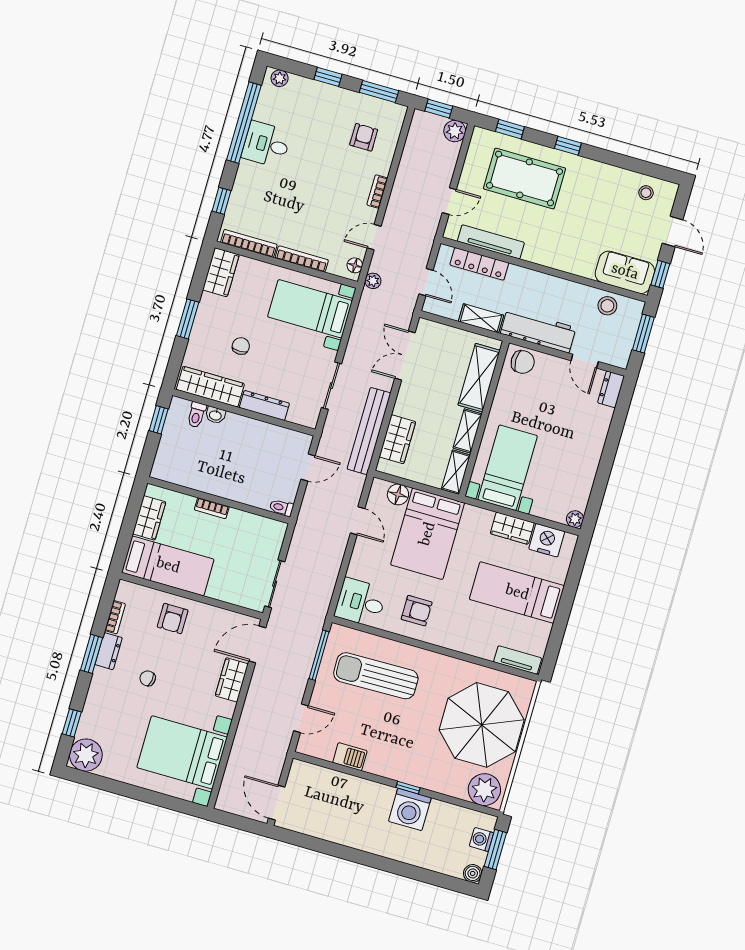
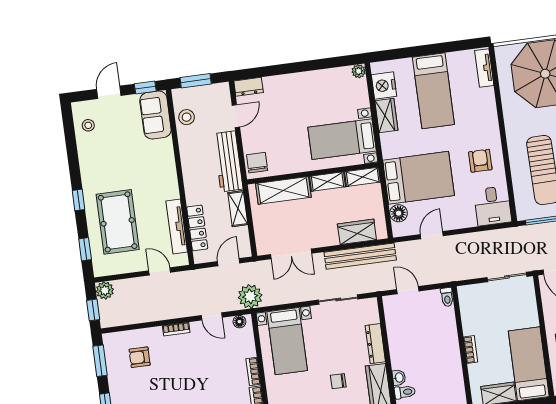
bookcase: (302, 259) -> (253, 371), width x0.64
plant: (373, 281) -> (250, 296), width x1.88, depth x1.88

